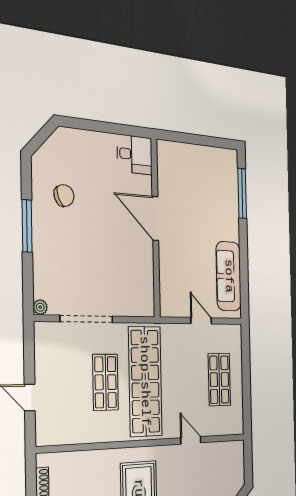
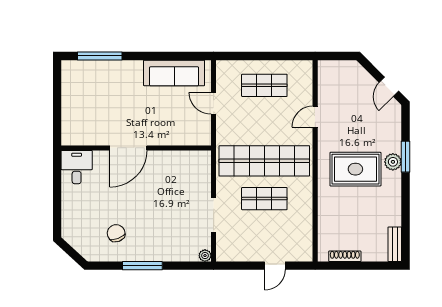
doorway: (87, 319) -> (214, 215), width x0.73
door: (201, 321) -> (214, 103), hinge flipped

